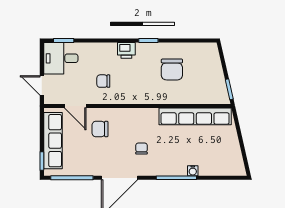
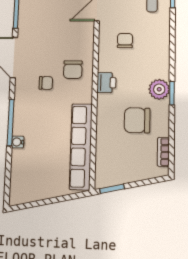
bookcase: (198, 47) -> (163, 152), added
printer: (126, 50) -> (106, 83), moved, turned 180
plant: (145, 51) -> (159, 89), added
chair: (100, 129) -> (73, 70), moved, turned 180

